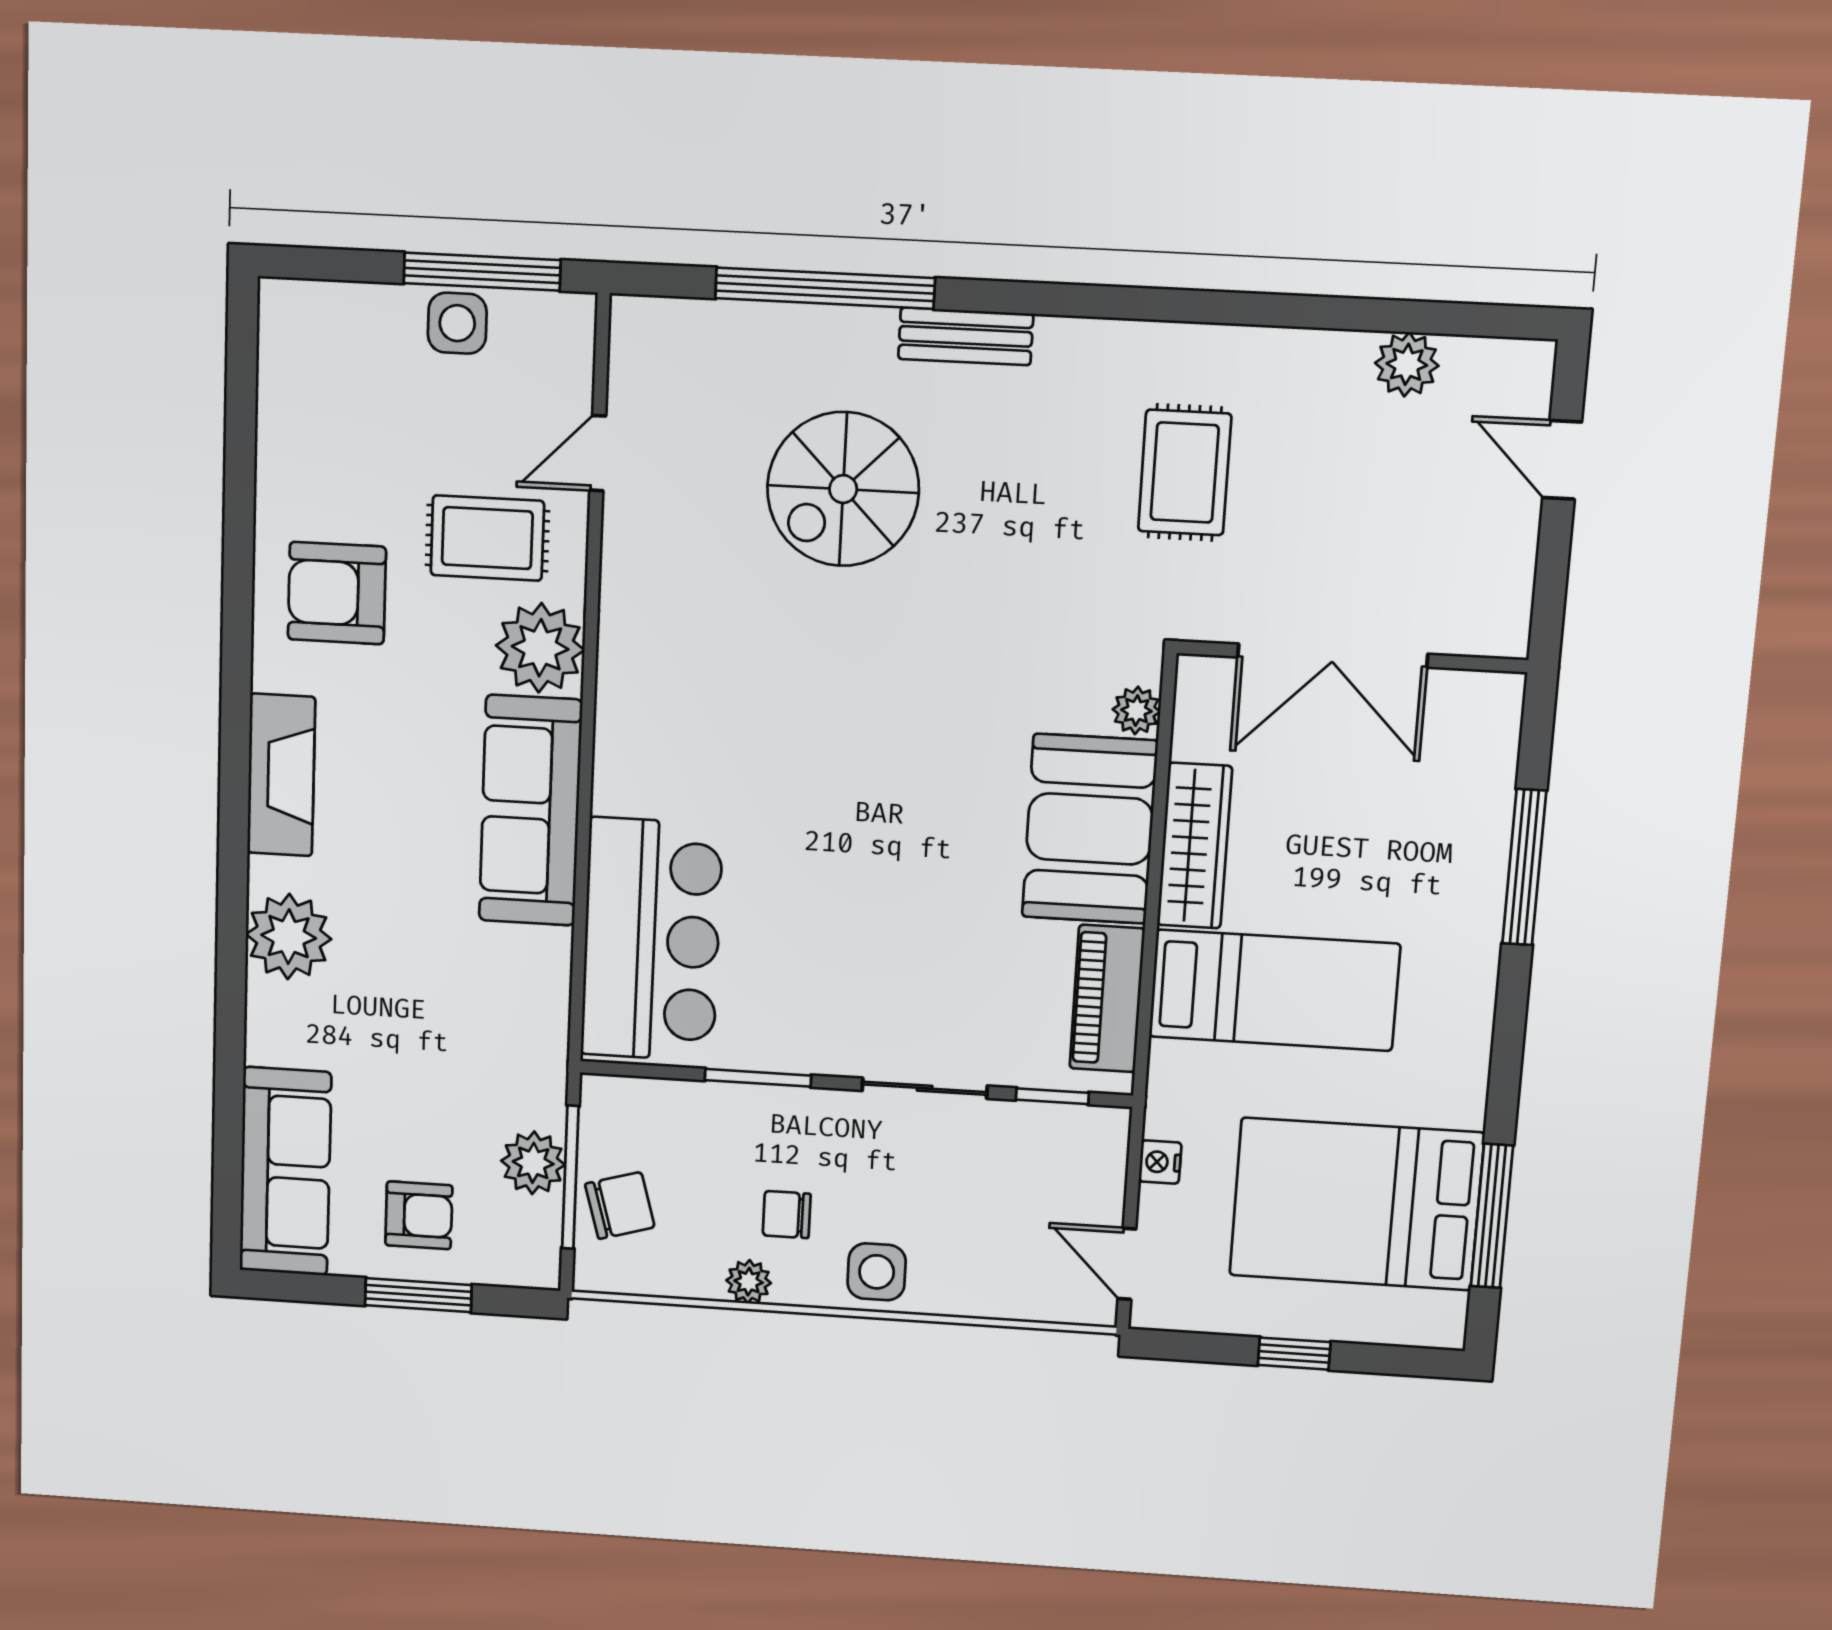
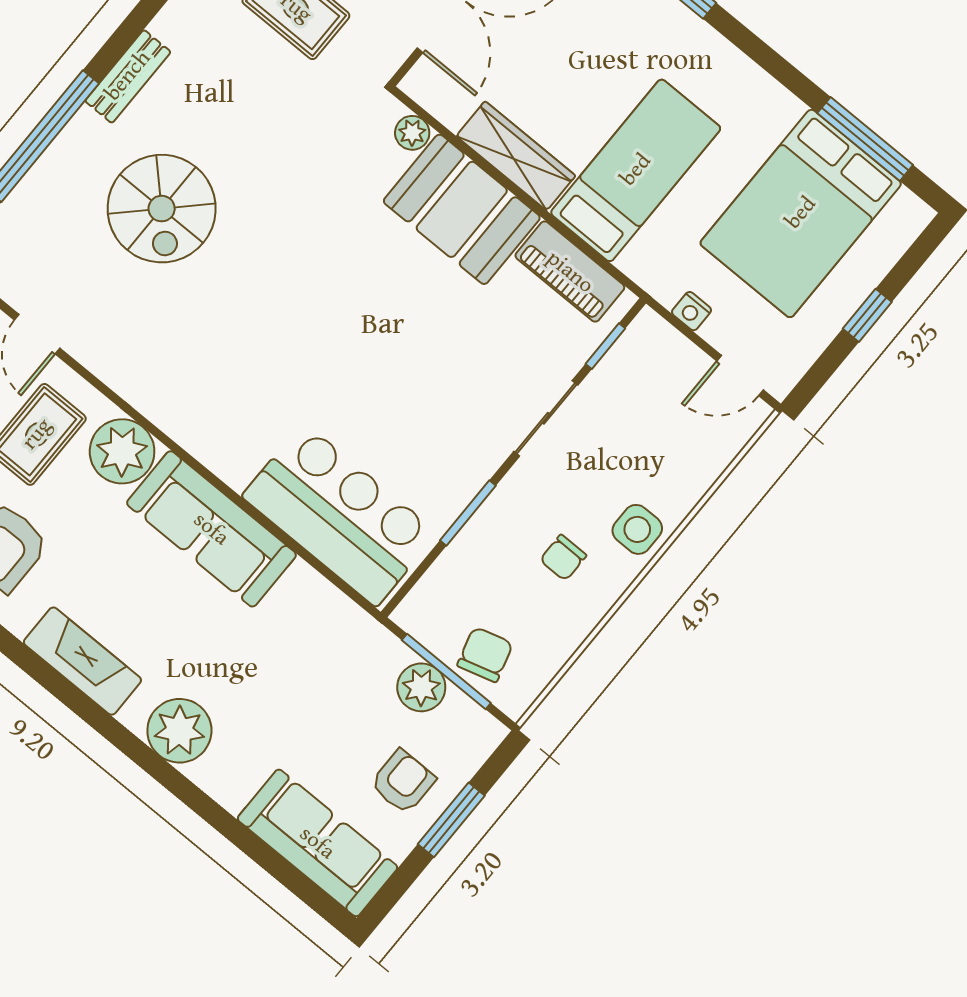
plant: (749, 1282) -> (588, 611), removed

